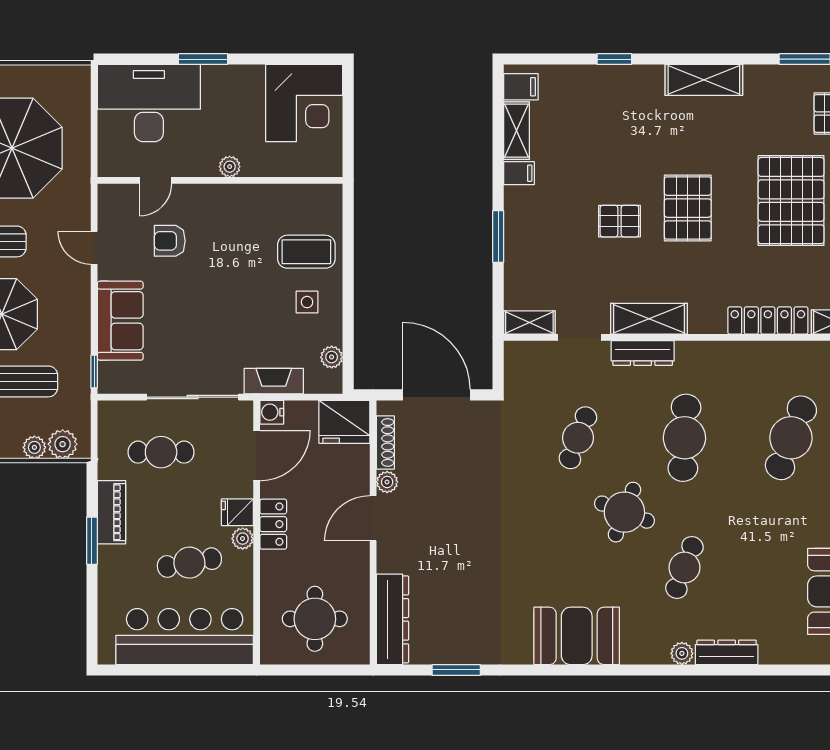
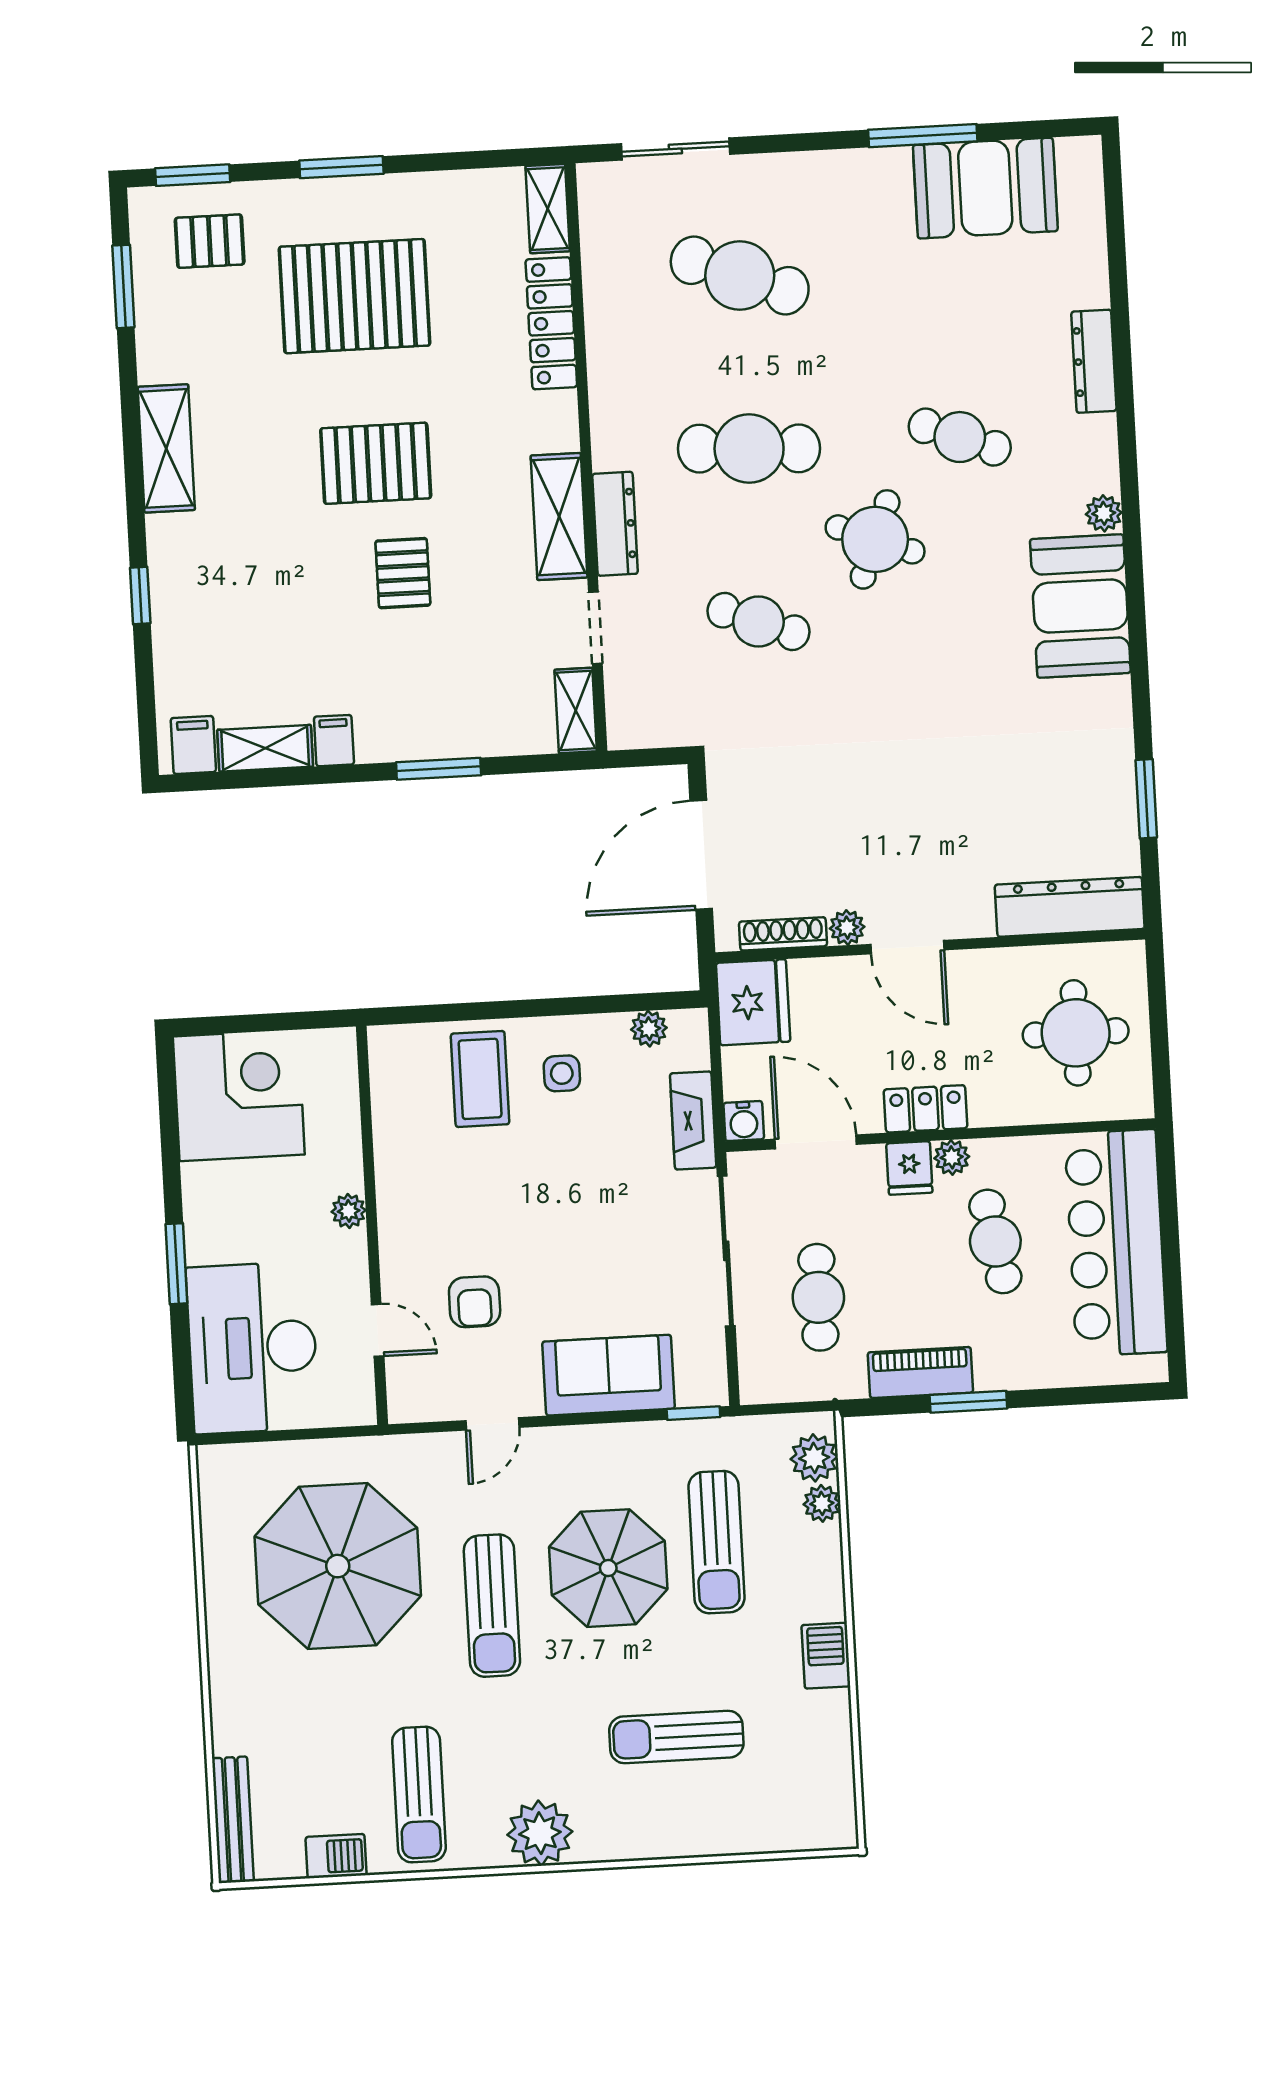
plant: (682, 653) -> (1104, 513), moved

